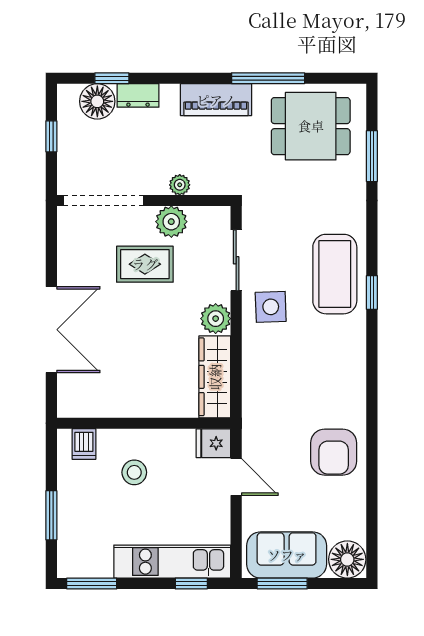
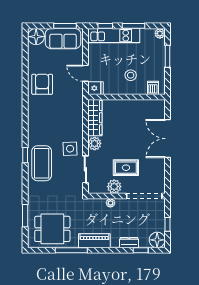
floor lamp: (97, 101) -> (157, 240), moved
plant: (68, 566) -> (160, 33), added
window: (92, 583) -> (134, 26), moved

